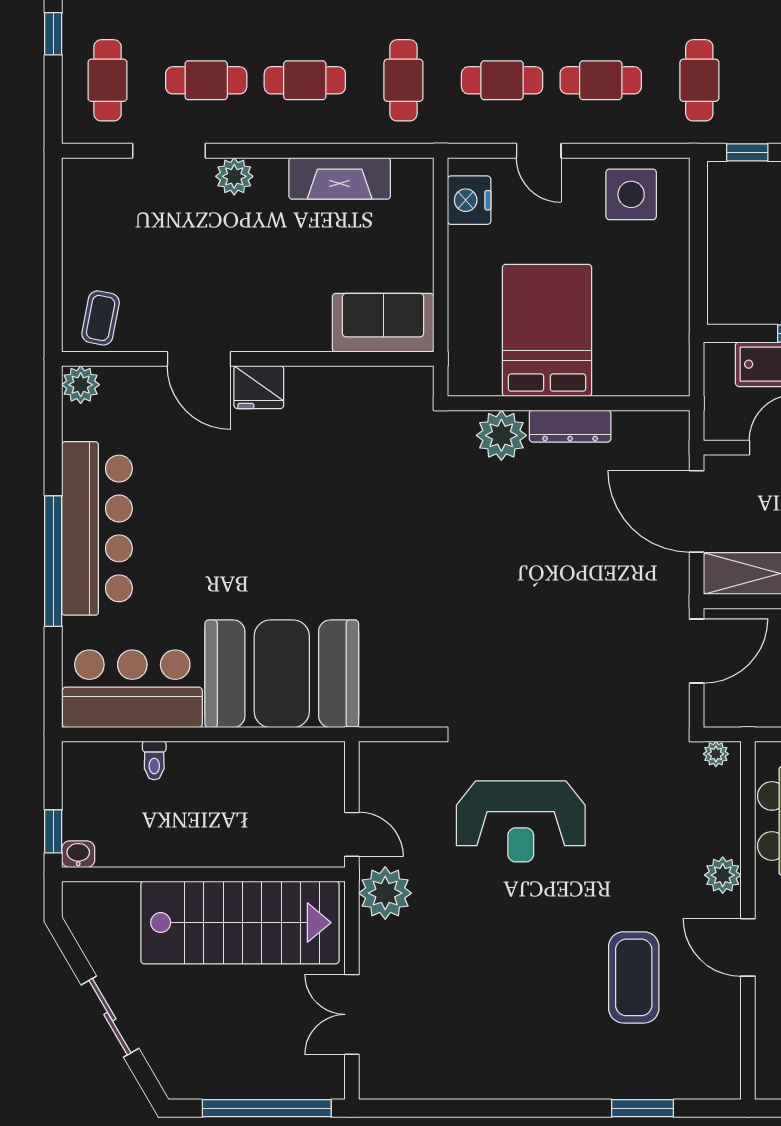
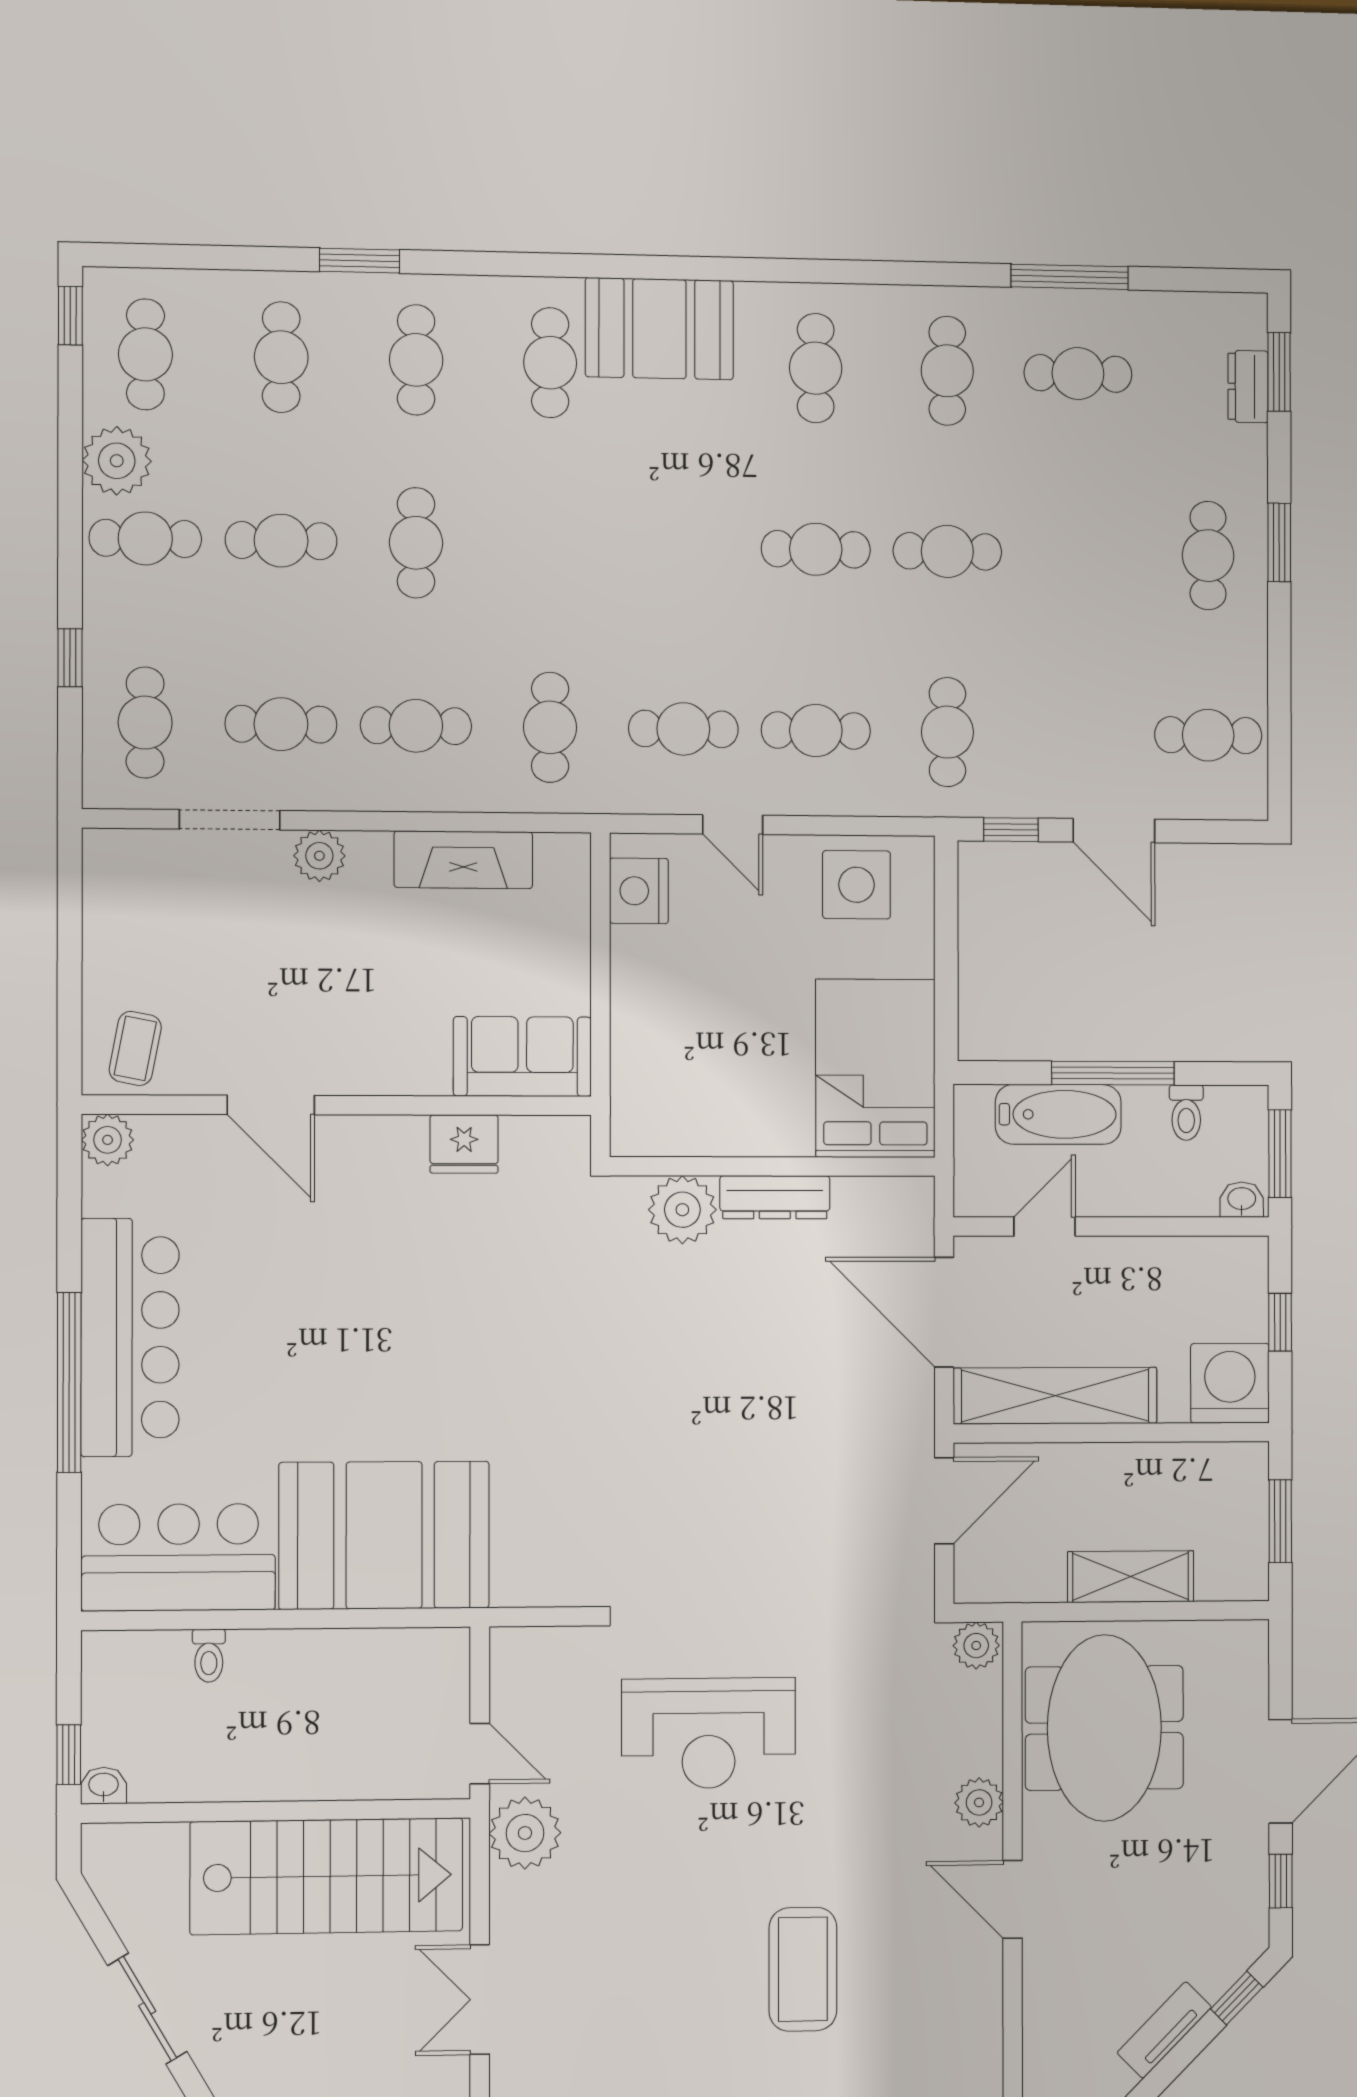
bed: (547, 330) -> (875, 1068), moved
fridge: (259, 387) -> (464, 1144), moved
plant: (716, 754) -> (976, 1646), width x1.38, depth x1.38
coffee table: (634, 977) -> (803, 1969), moved

